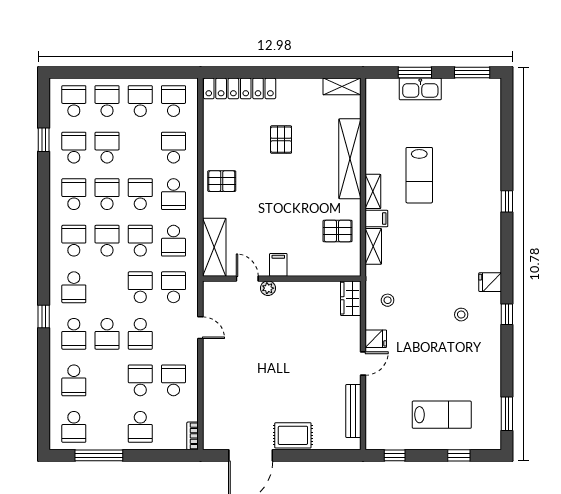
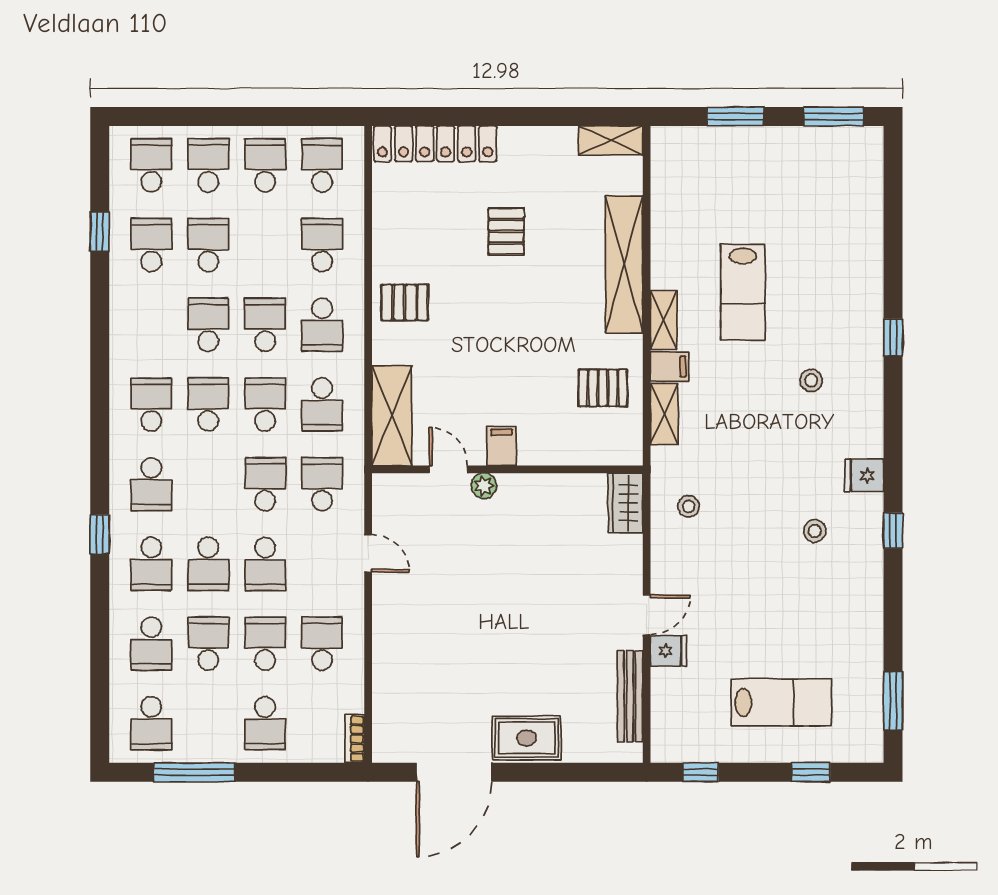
kitchen sink: (420, 89) -> (745, 145), removed
school desk: (74, 194) -> (208, 644), moved
stool: (459, 227) -> (811, 380), added
fridge: (376, 339) -> (669, 651), moved

